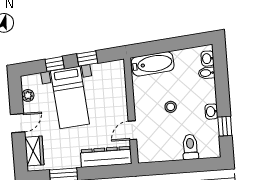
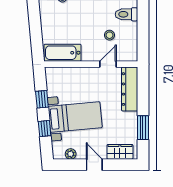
bathtub: (153, 64) -> (63, 53), moved, turned -85
stool: (171, 107) -> (109, 35), moved
door: (132, 130) -> (108, 64), swing flipped

